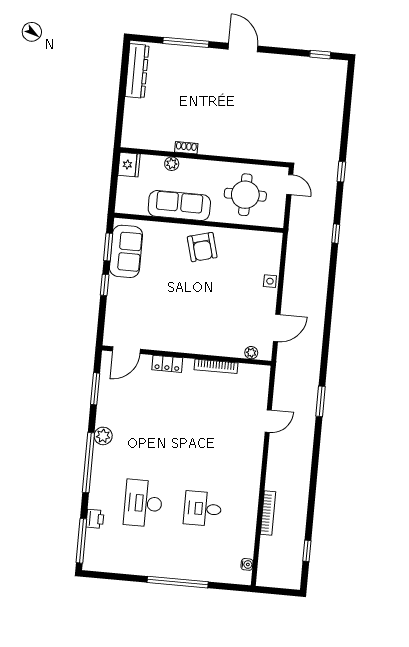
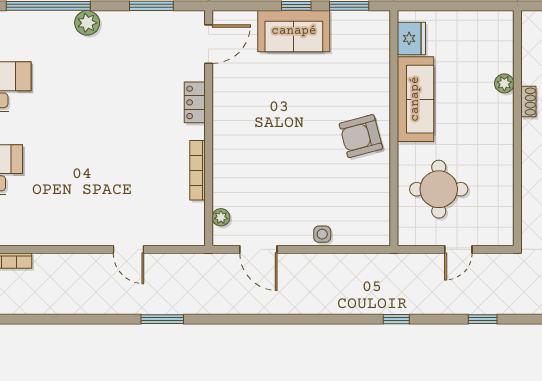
shoe rack: (186, 148) -> (528, 102), moved
wall: (205, 157) -> (517, 128), moved
plant: (172, 164) -> (504, 83), moved
fridge: (129, 165) -> (411, 38), moved, turned -90
sofa: (126, 251) -> (294, 31), moved
door: (126, 350) -> (209, 44), swing flipped

